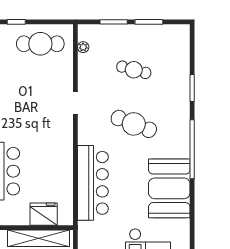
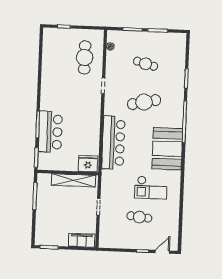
cafe table: (40, 44) -> (85, 57), moved, turned 90
cafe table: (134, 124) -> (144, 102), turned -33
fridge: (44, 214) -> (88, 164), moved

